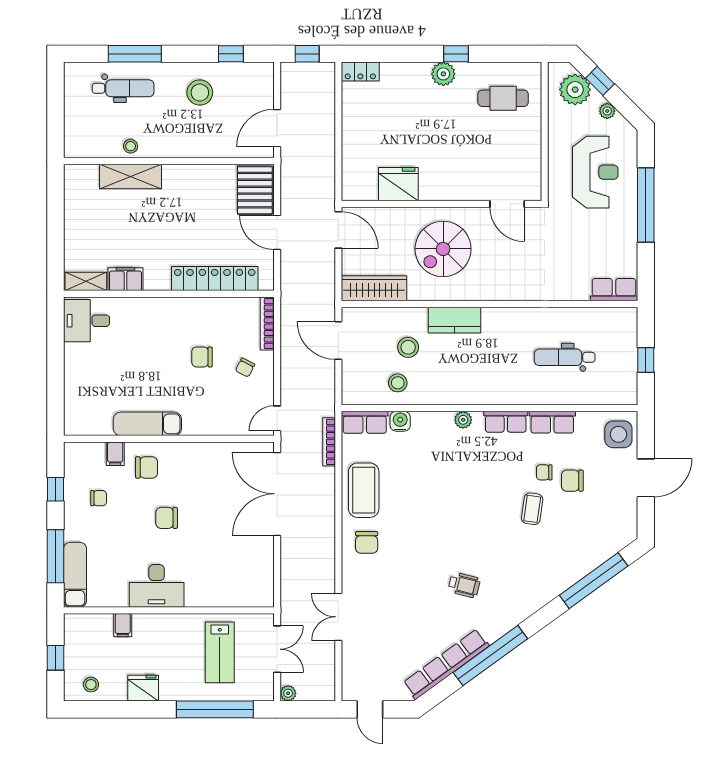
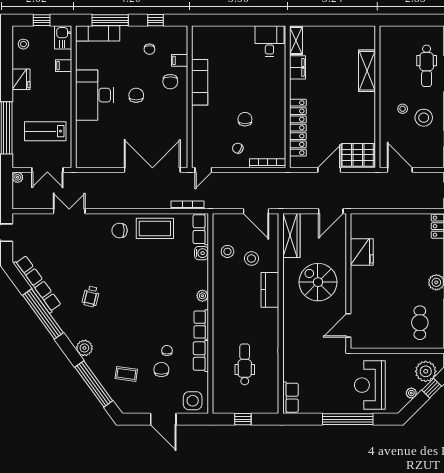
stool: (131, 146) -> (403, 109), moved
reception desk: (595, 172) -> (370, 385), turned 90
door: (338, 341) -> (256, 211), swing flipped
door: (277, 418) -> (203, 170), swing flipped
coffee table: (532, 509) -> (126, 374), moved
desk: (157, 586) -> (95, 95), width x1.36, depth x1.30
plant: (540, 594) -> (84, 348), added
kitchen sink: (81, 626) -> (63, 37), added

